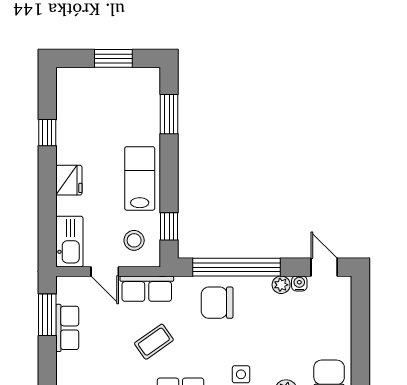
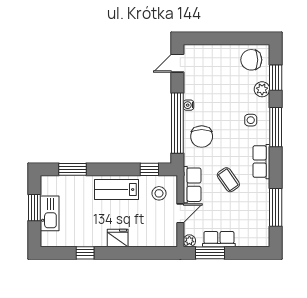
kitchen sink: (69, 242) -> (50, 213), moved, turned 90
water cooler: (299, 283) -> (188, 105), moved
plant: (281, 285) -> (189, 241), moved

